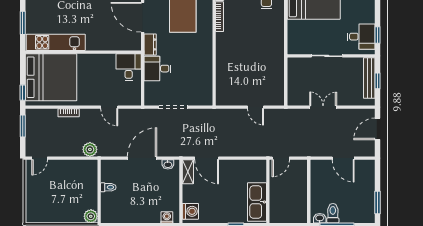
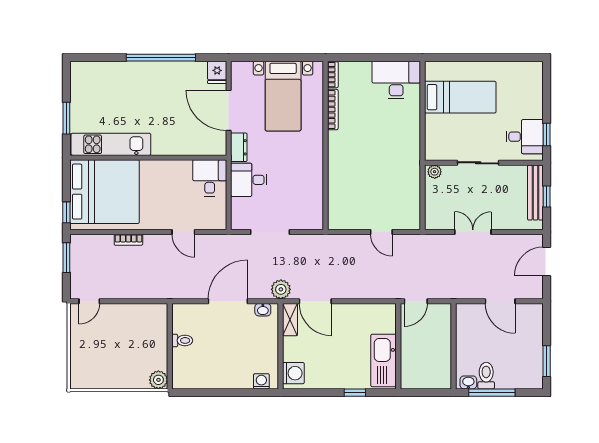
plant: (295, 63) -> (435, 172), added
plant: (90, 149) -> (281, 289), moved

